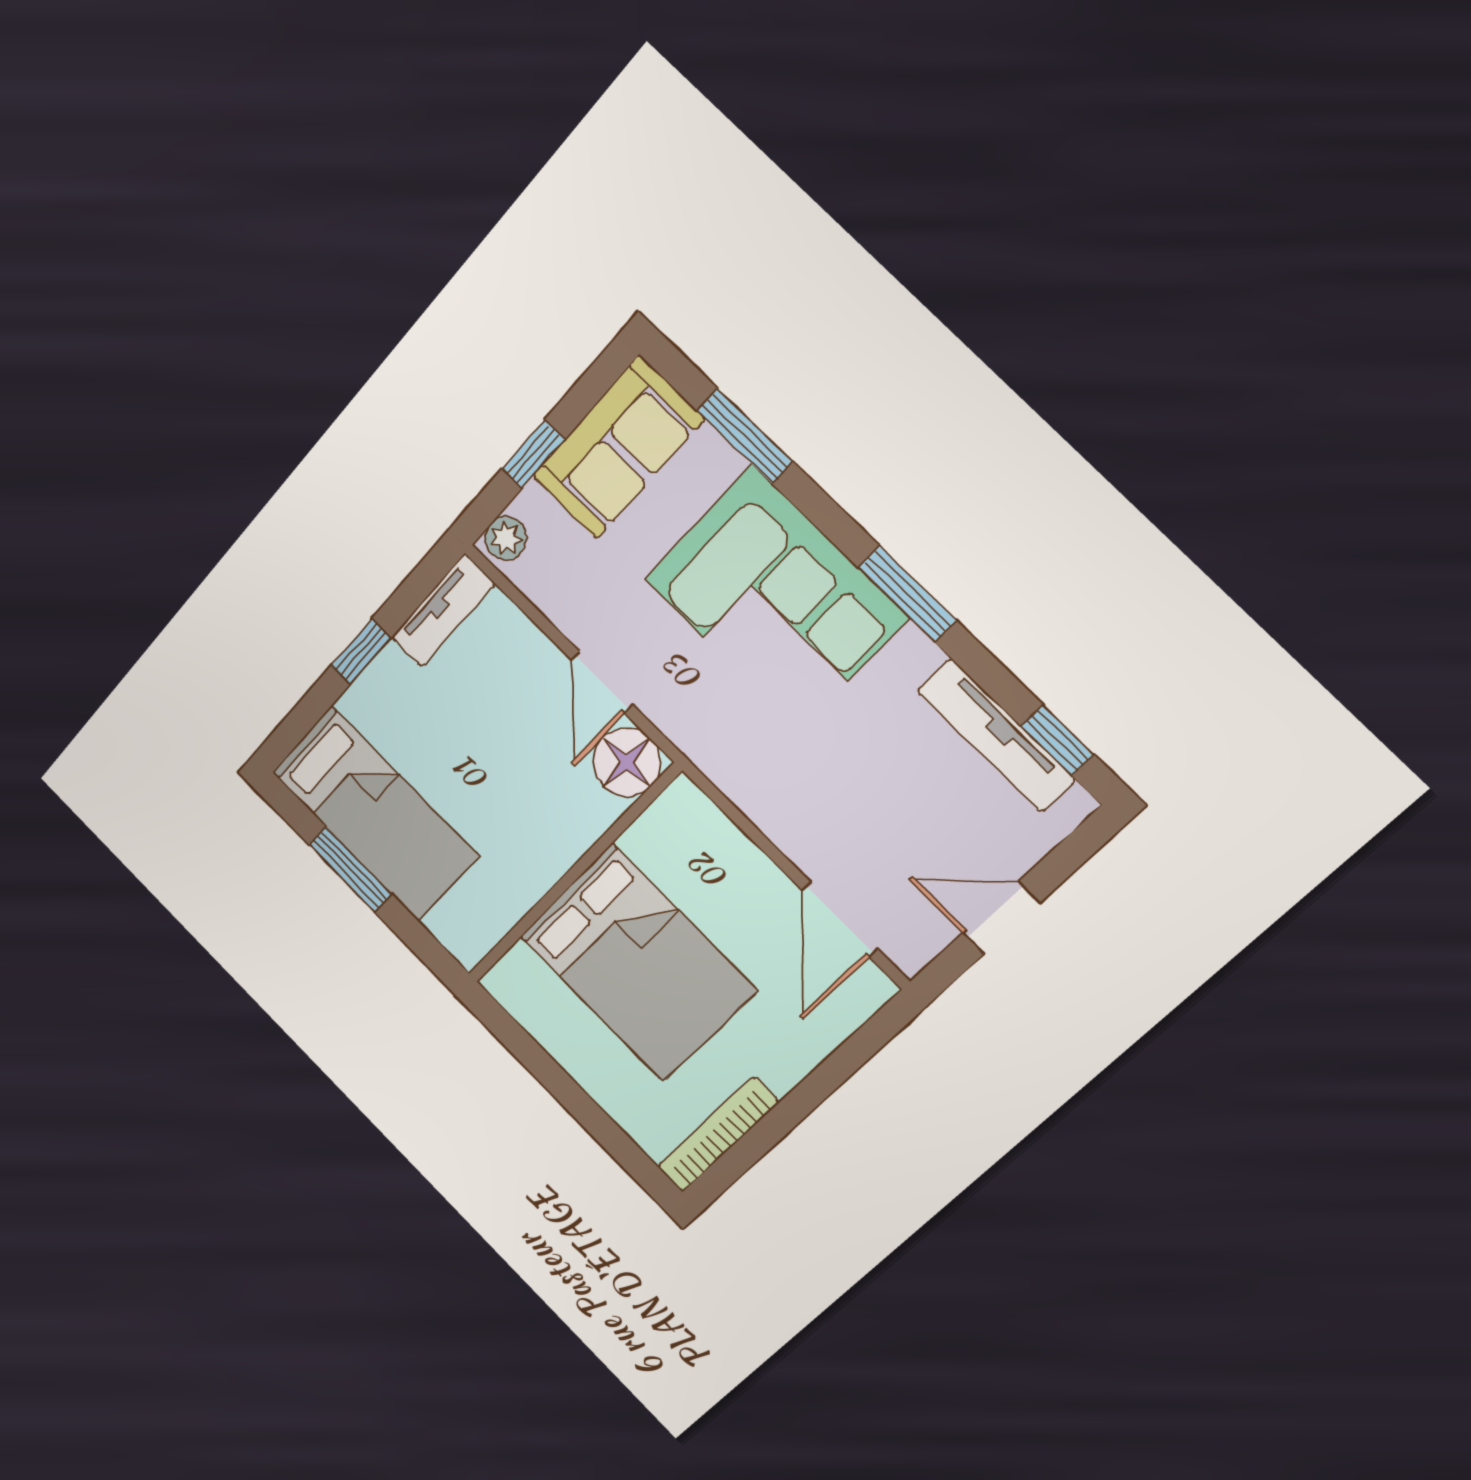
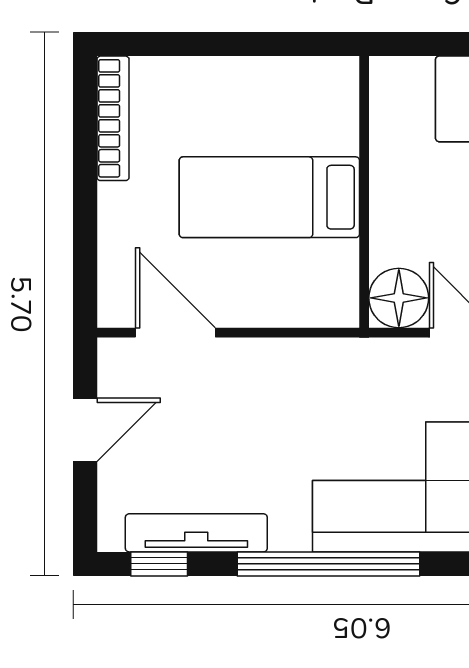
window: (907, 594) -> (329, 564), width x2.11
bed: (638, 963) -> (269, 197), width x0.67

